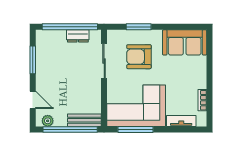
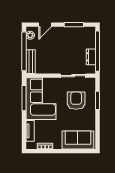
sofa: (185, 42) -> (78, 140), moved, turned 90

